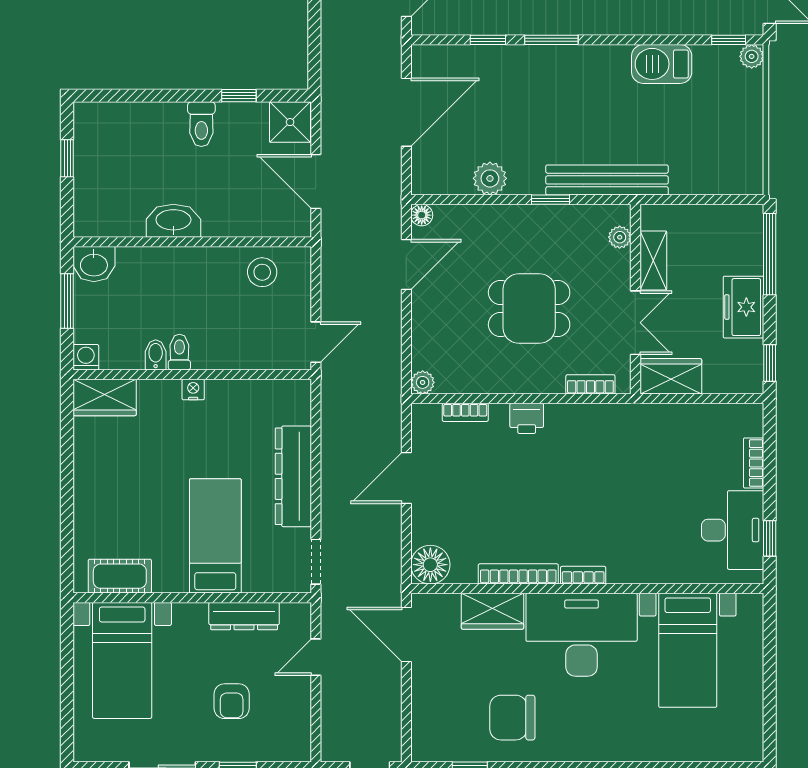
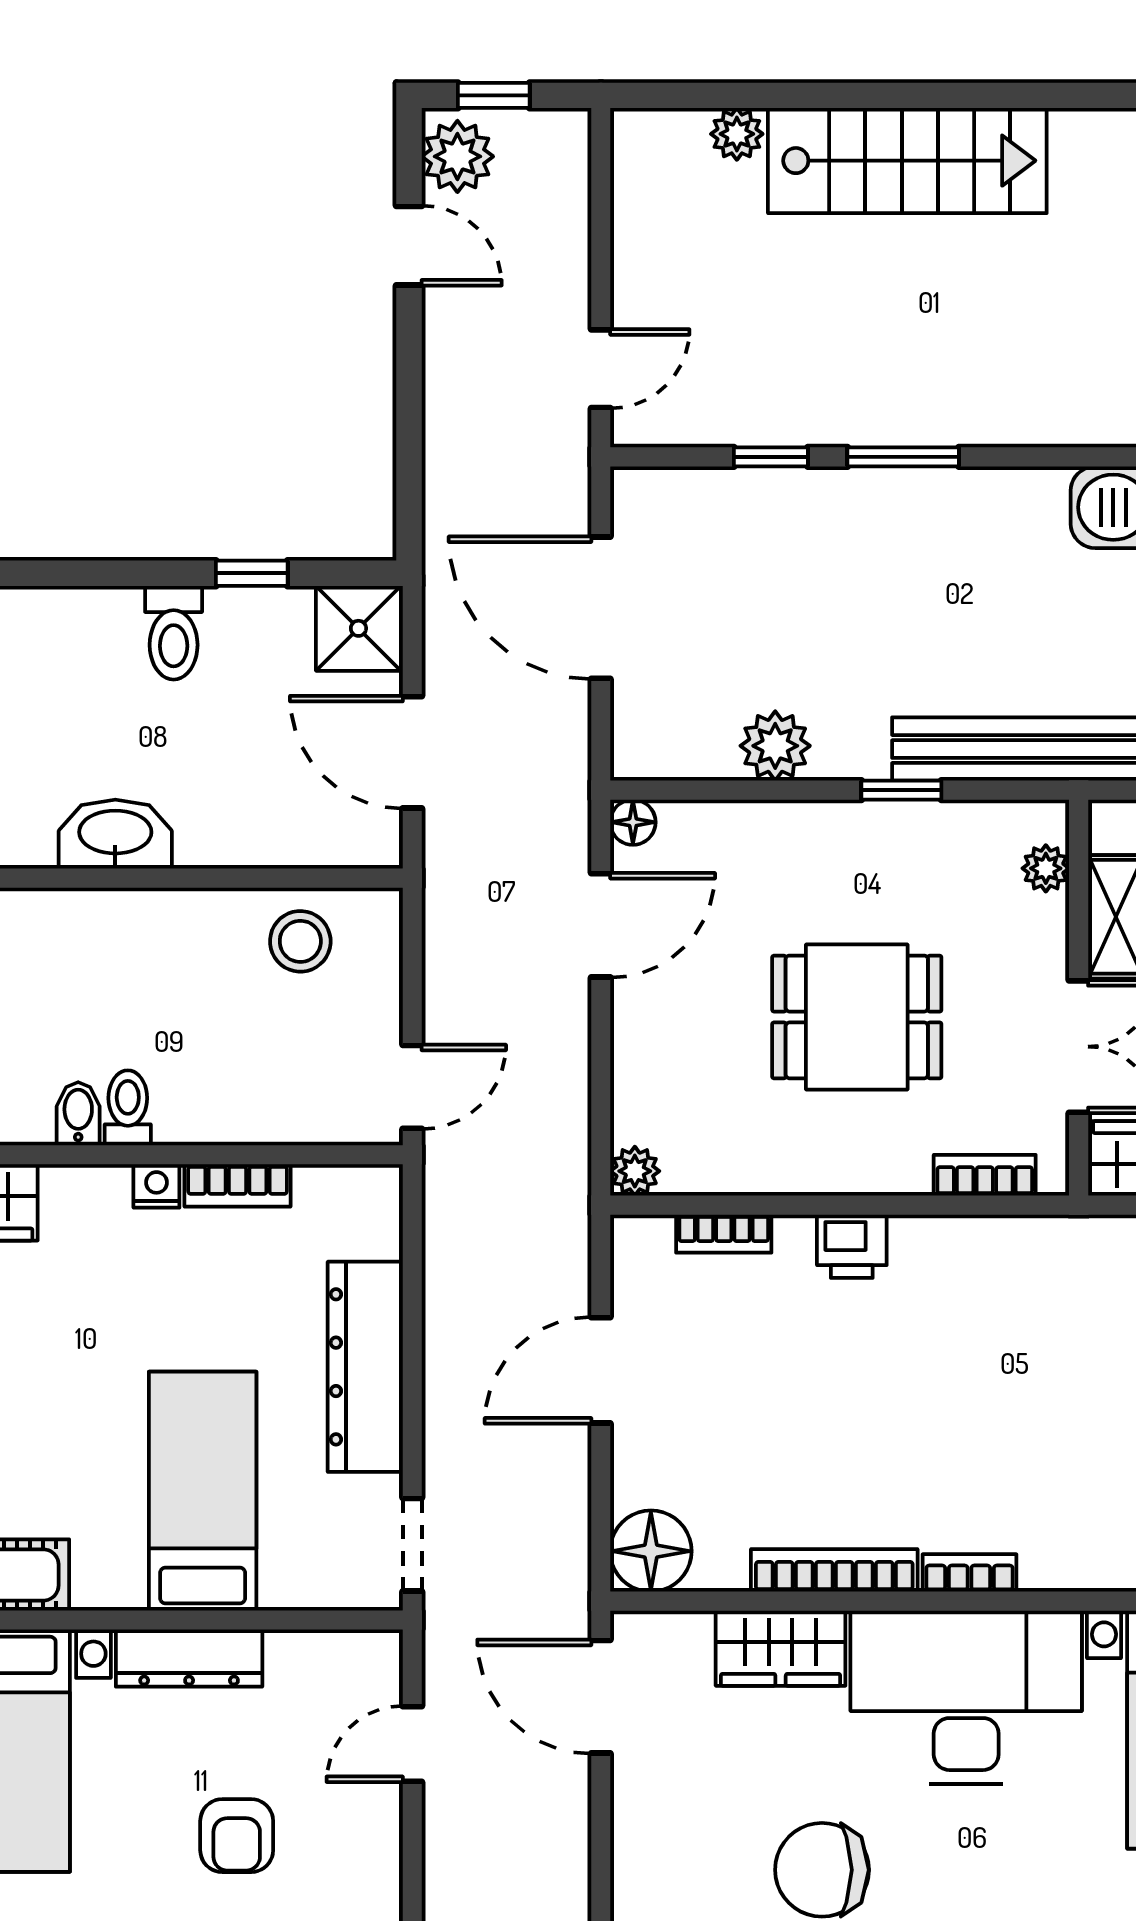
door: (406, 112) -> (601, 608), swing flipped
bookcase: (232, 389) -> (238, 1185), added
dresser: (244, 616) -> (189, 1658), moved

